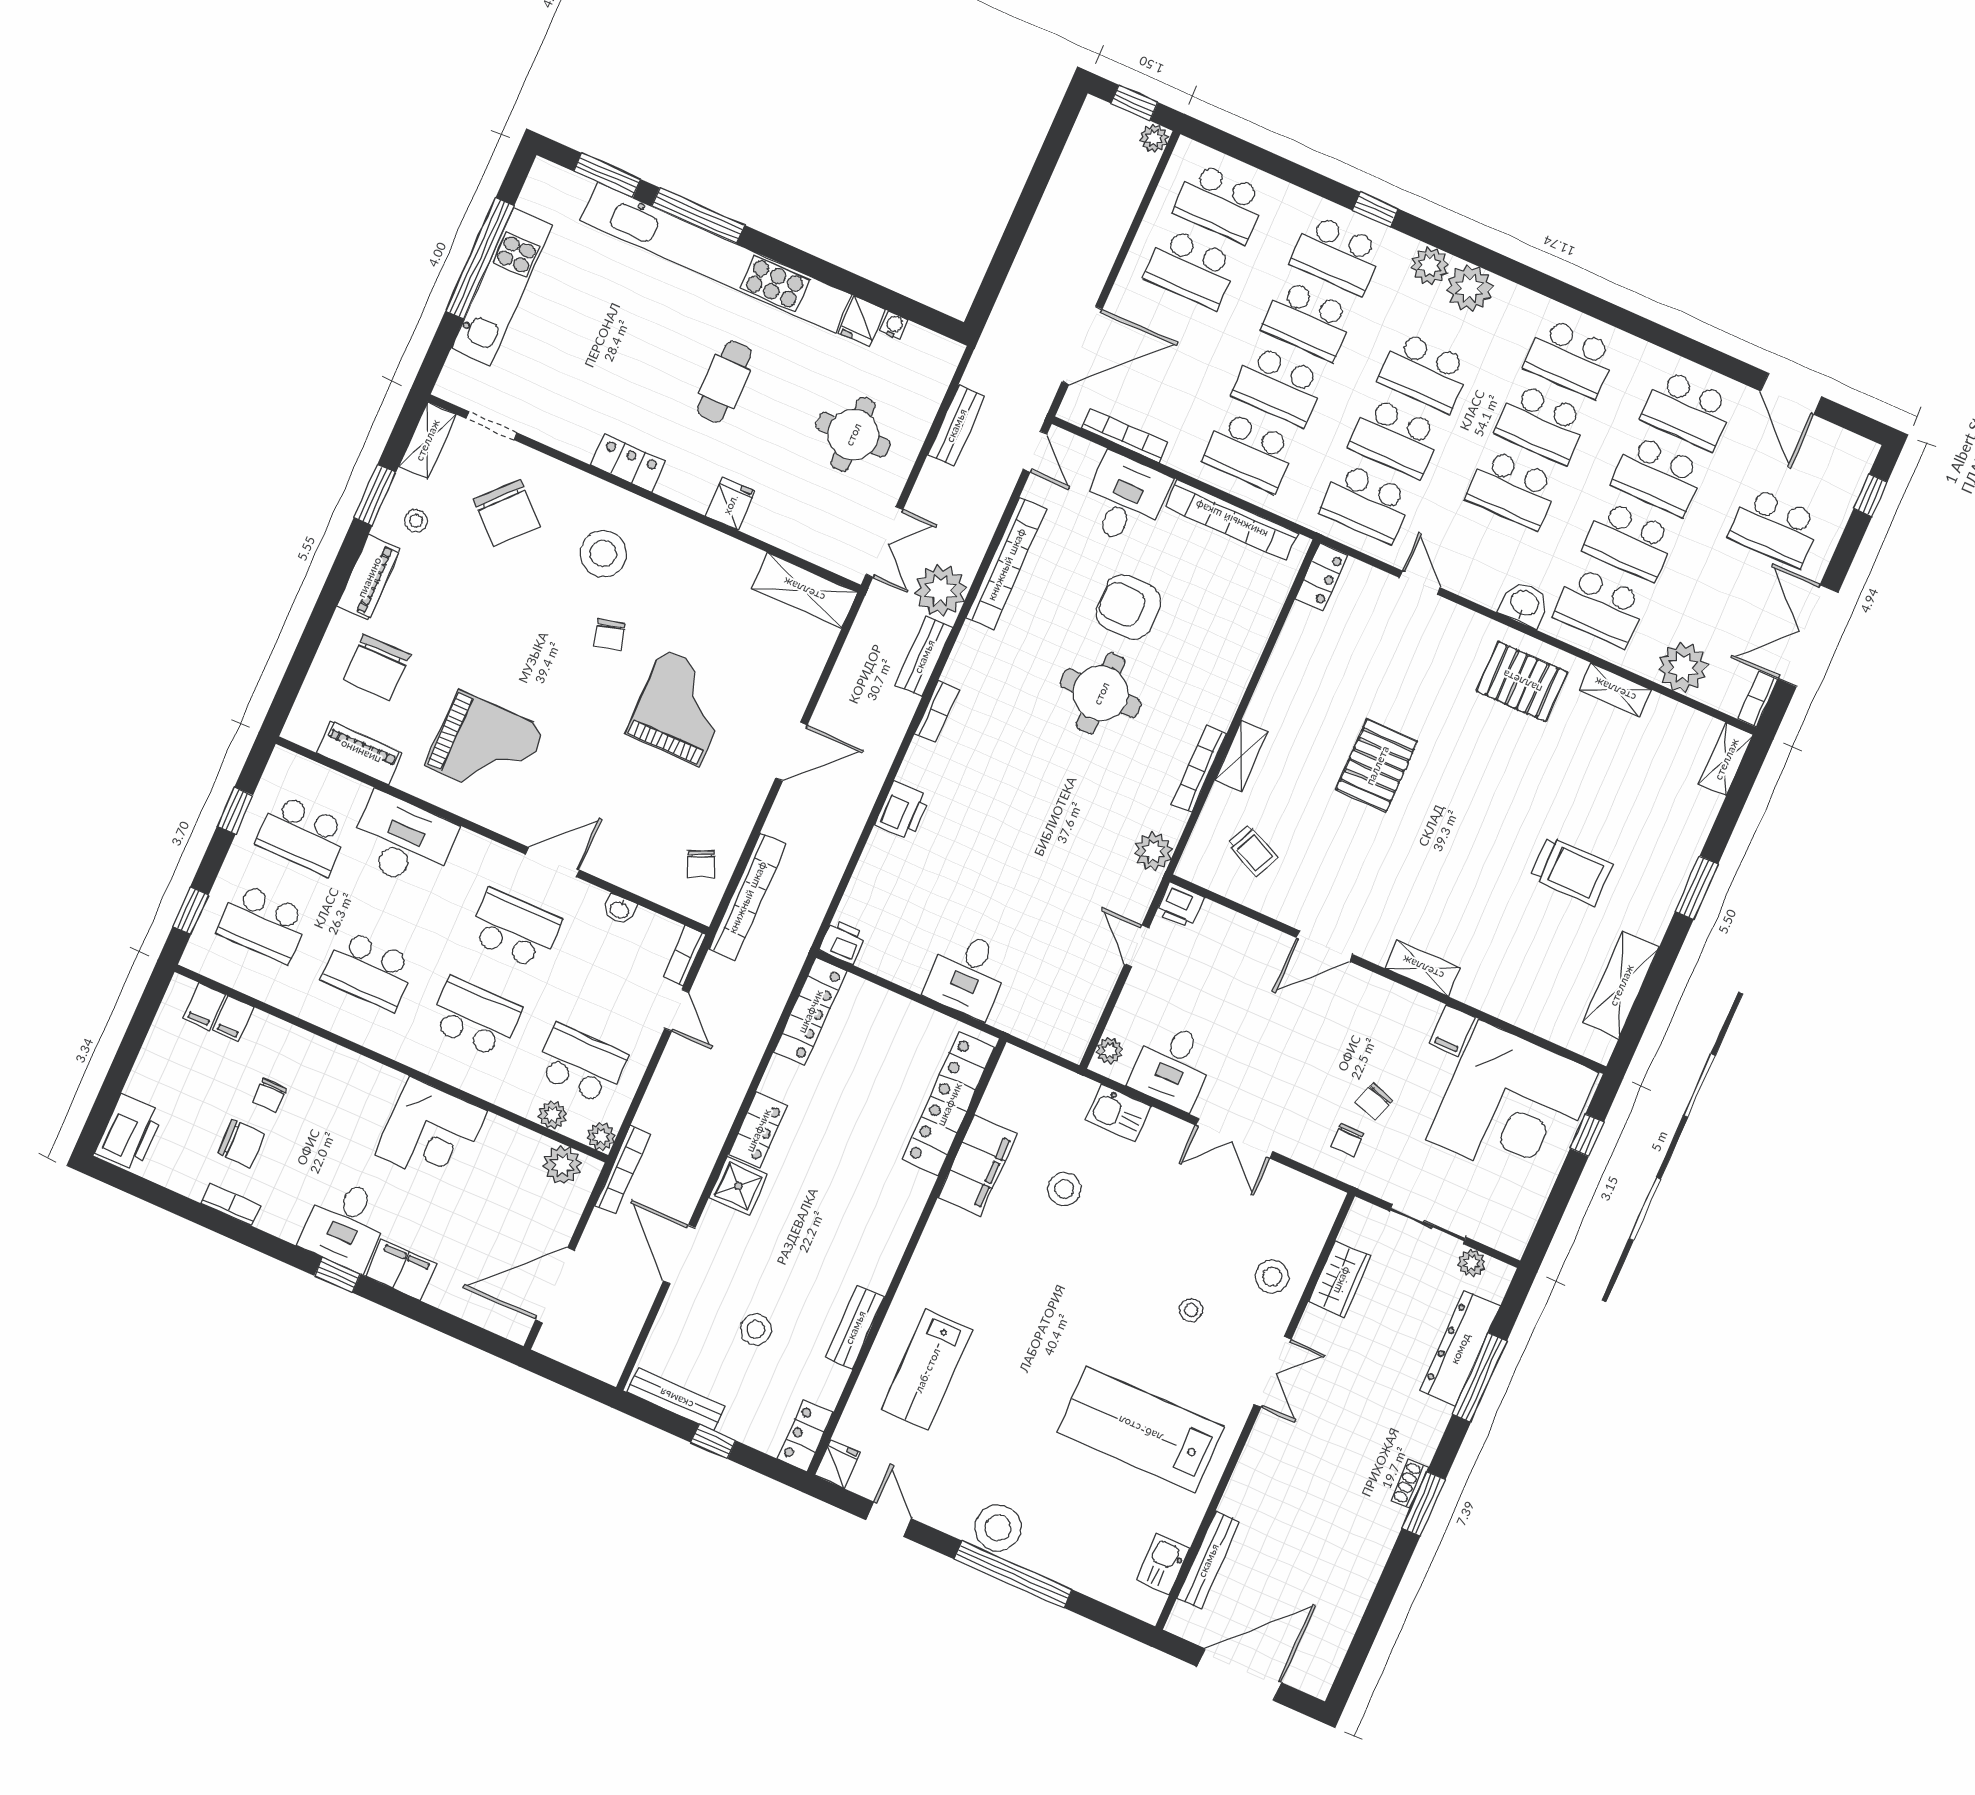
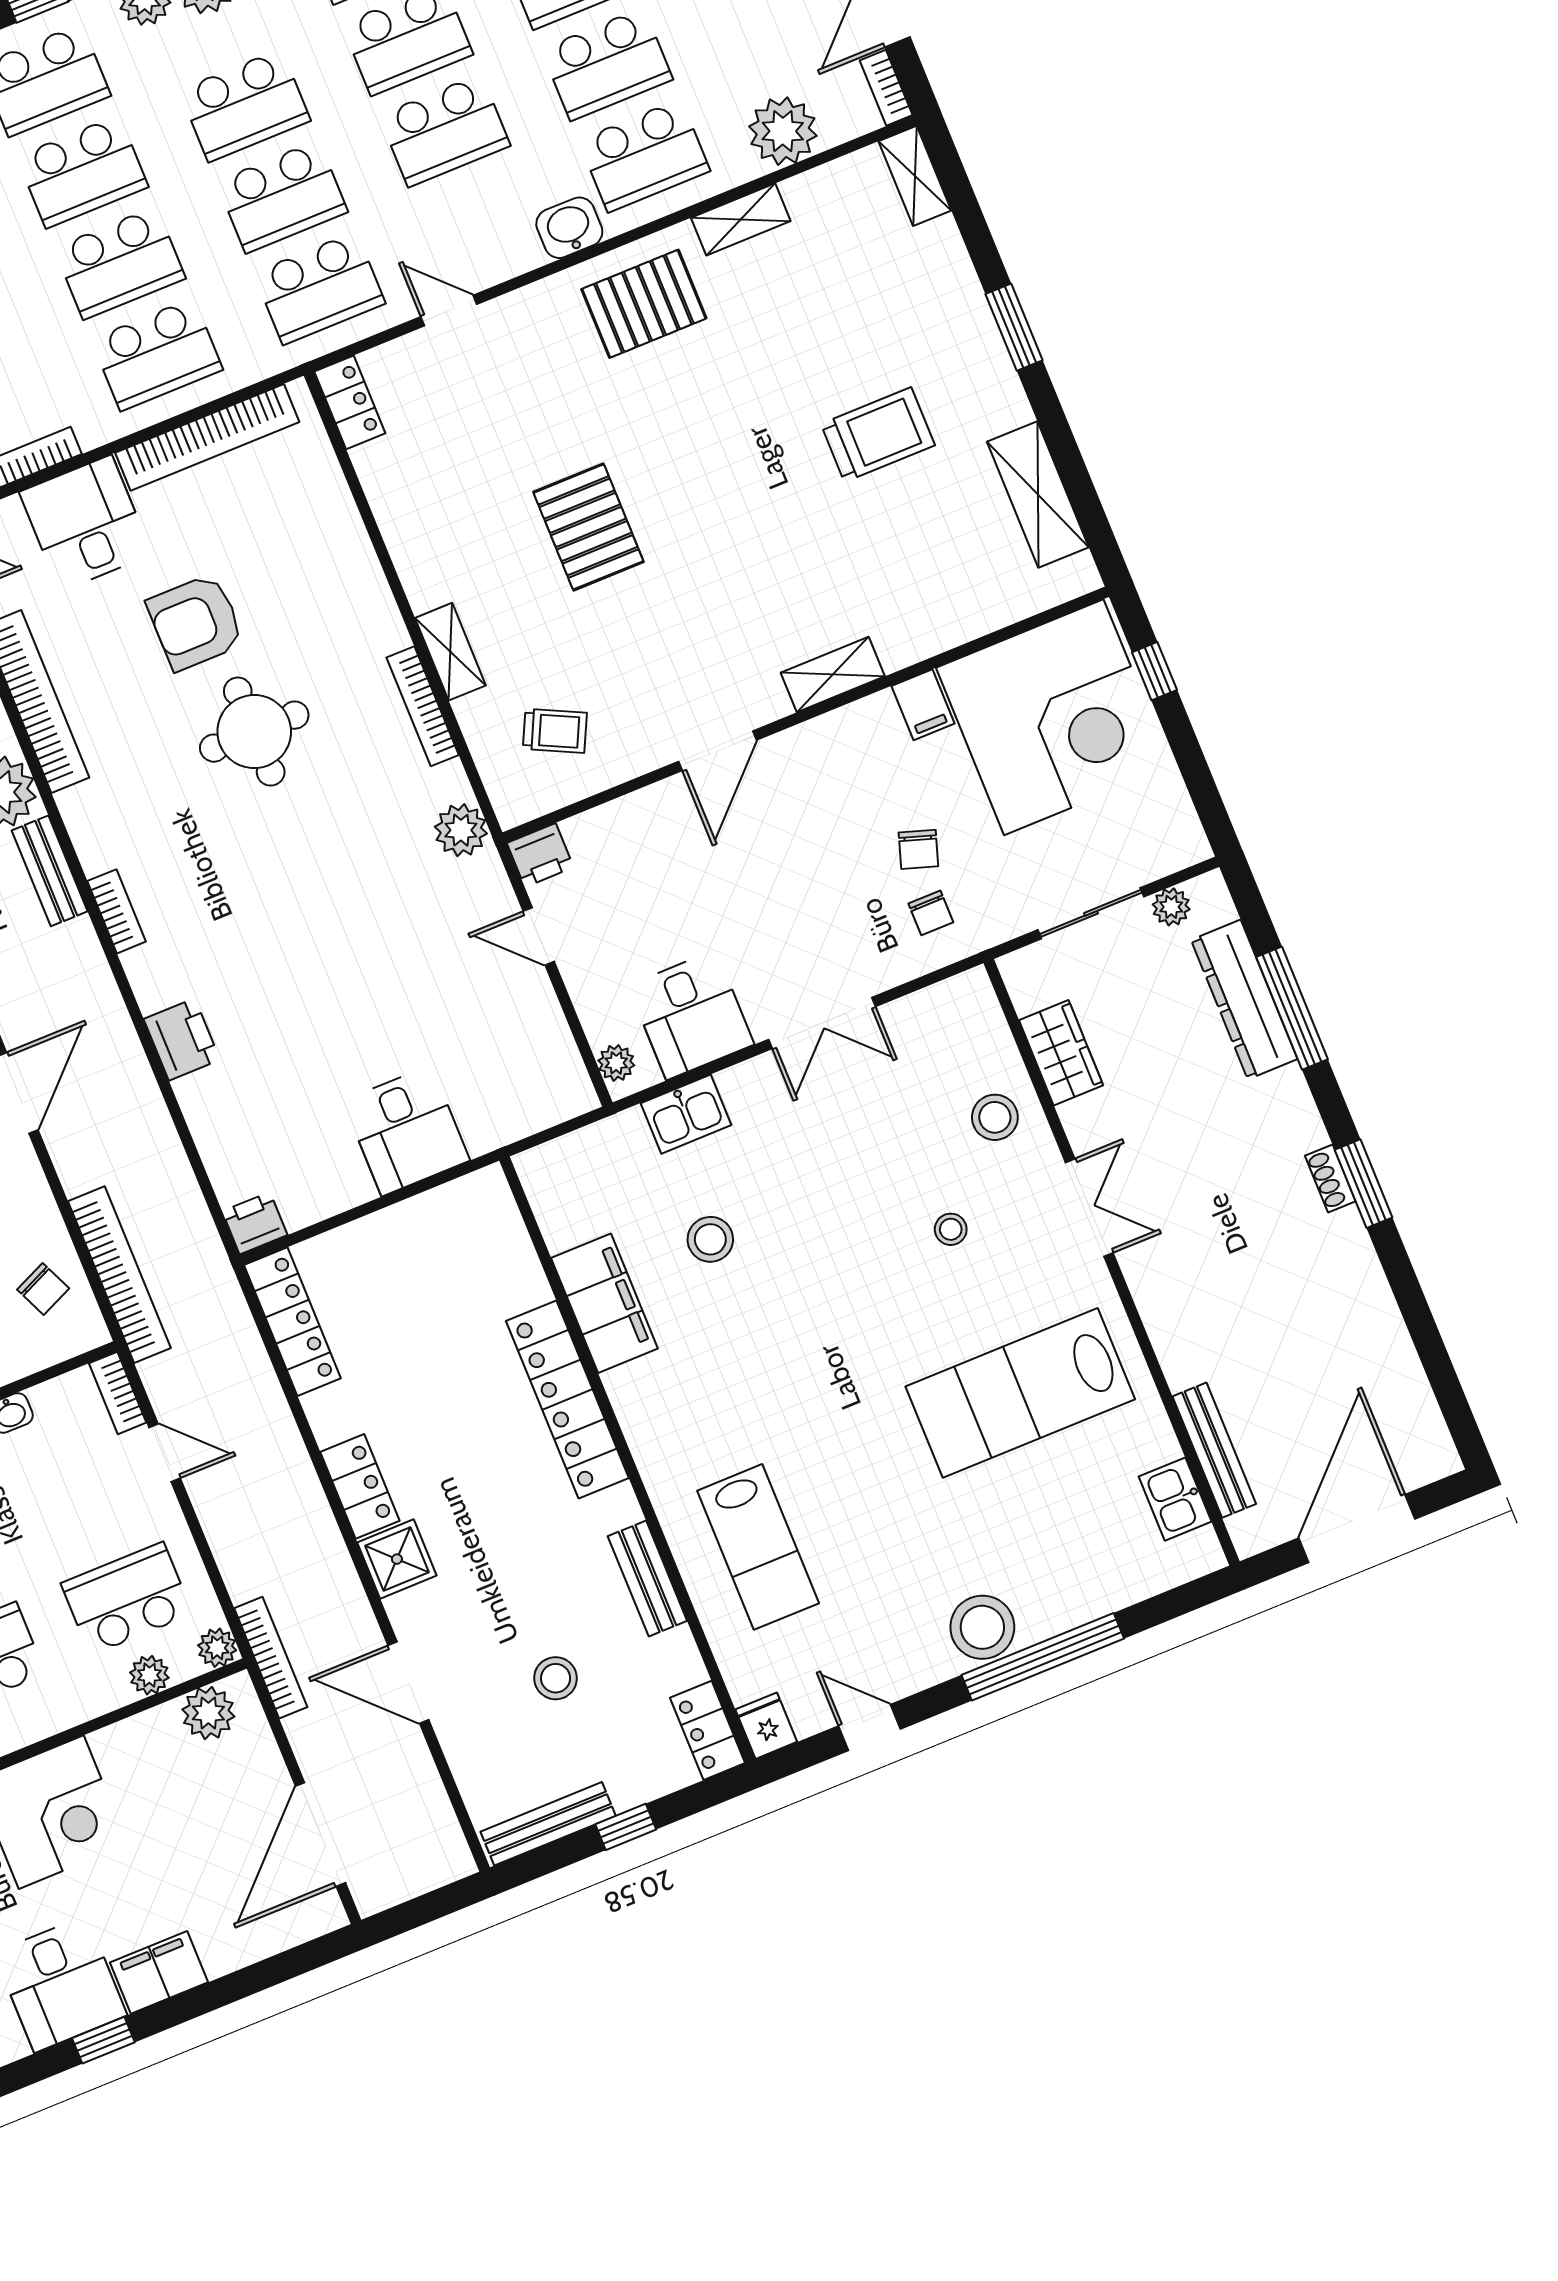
locker: (949, 1104) -> (567, 1400), moved

